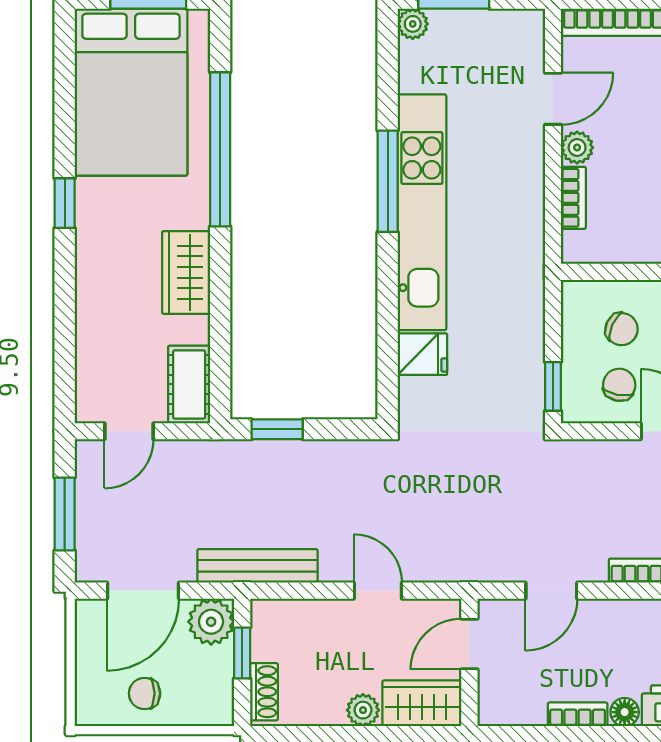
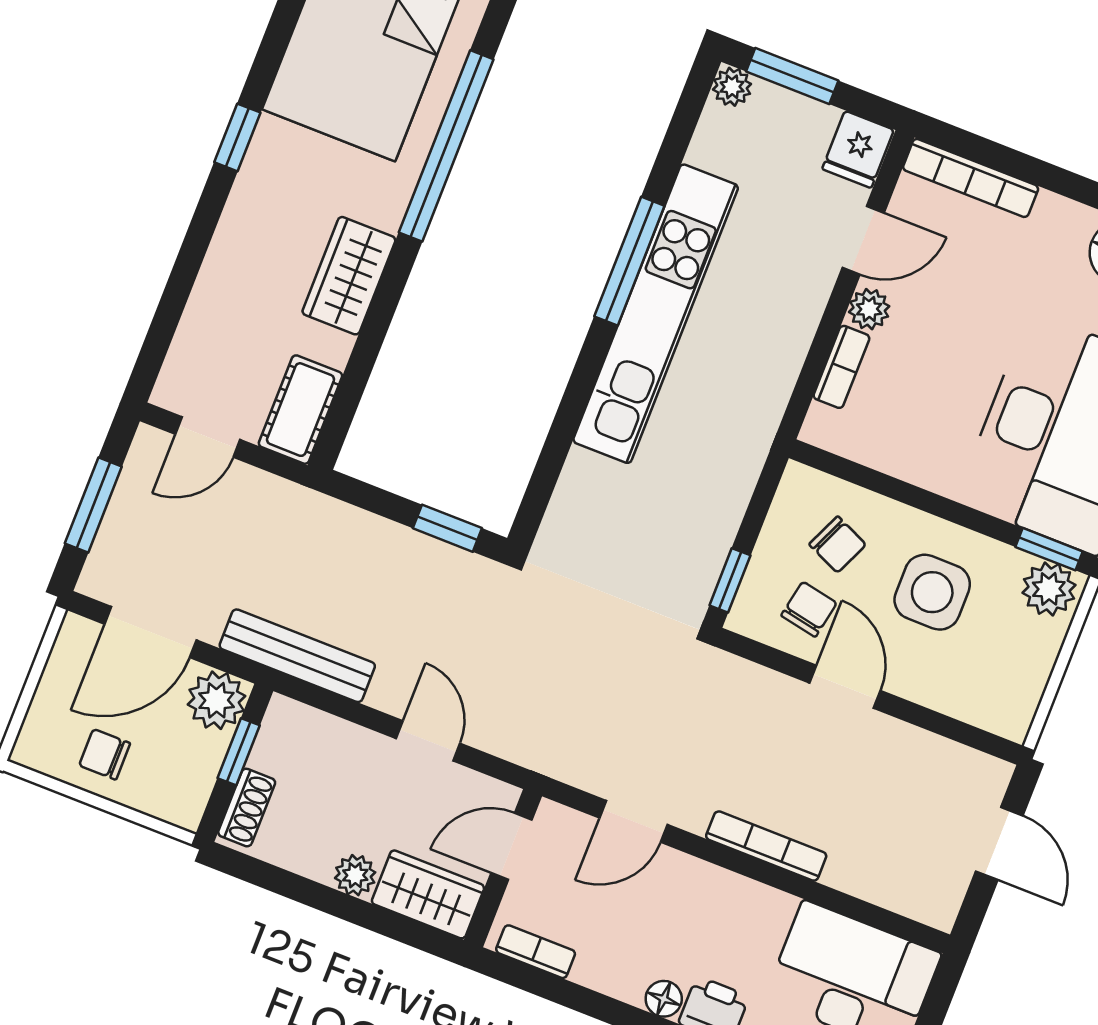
fridge: (422, 354) -> (858, 149), moved, turned 90
window: (277, 429) -> (447, 528), moved
bookcase: (578, 714) -> (536, 952), moved

